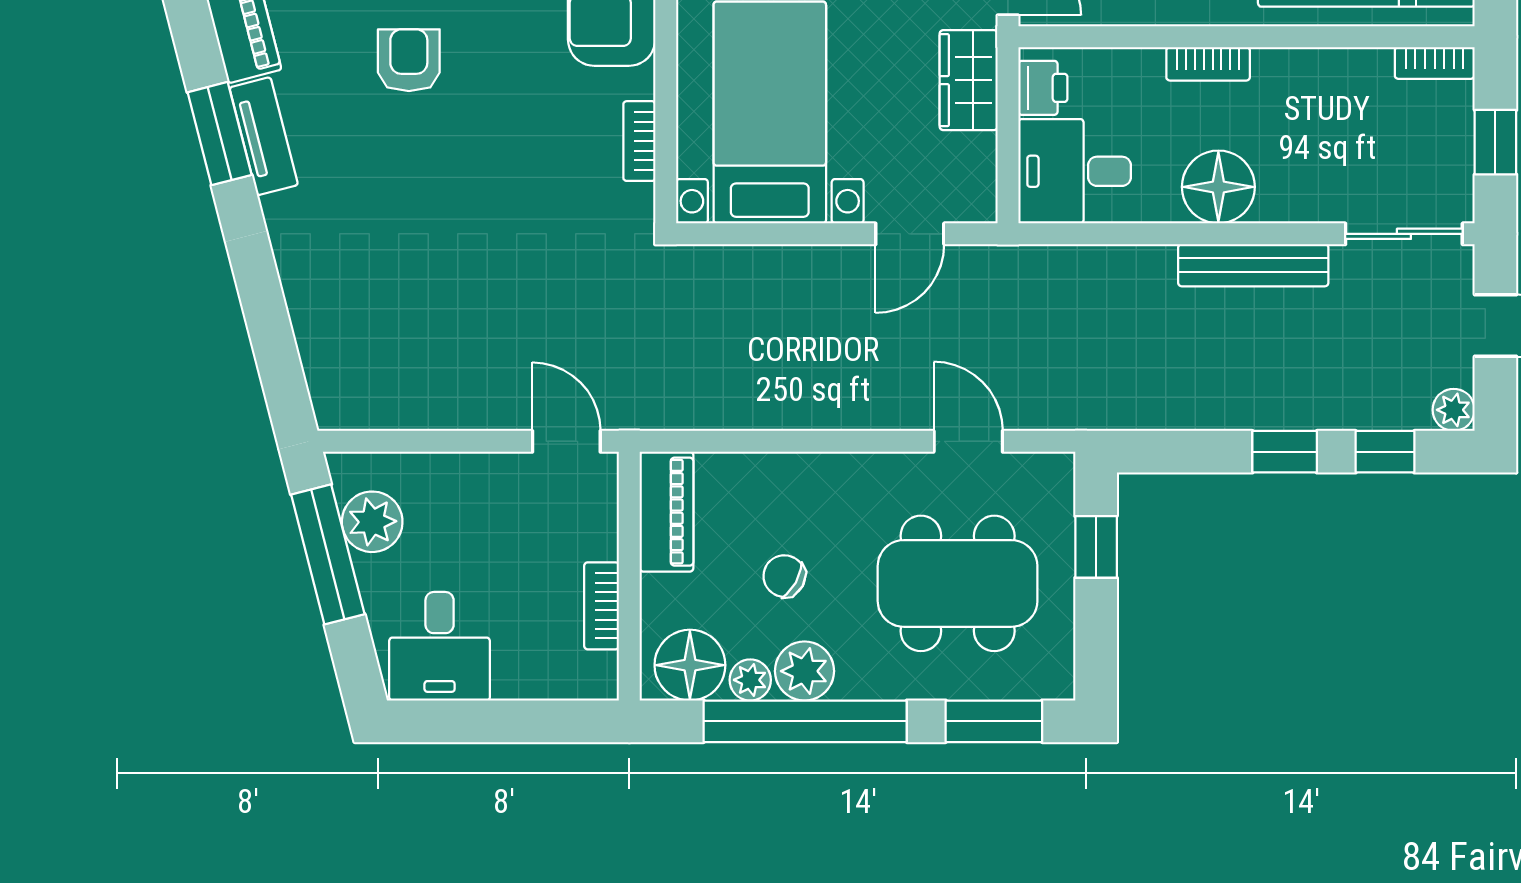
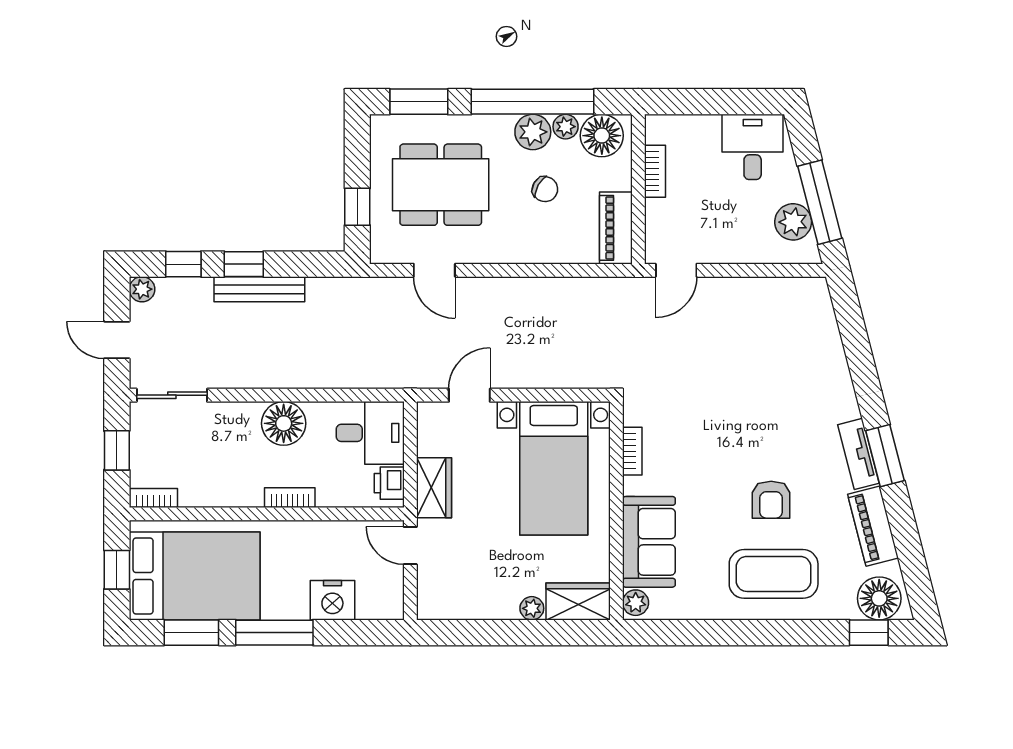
bench: (1253, 265) -> (259, 289), moved
door: (566, 441) -> (676, 270), hinge flipped

